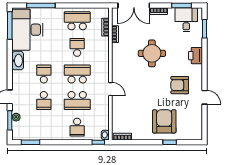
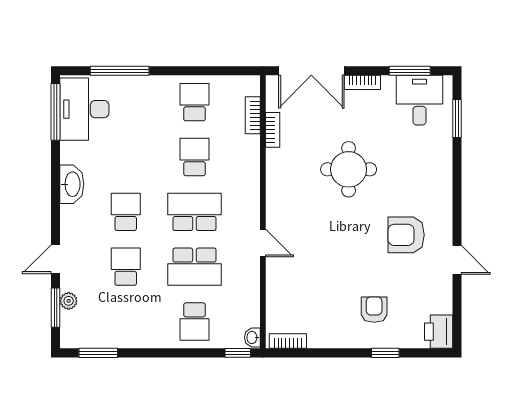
school desk: (77, 21) -> (195, 102), width x0.54
desk: (27, 30) -> (84, 109), width x0.73, depth x0.77
printer: (196, 56) -> (439, 332), moved
school desk: (44, 101) -> (126, 267), turned 180
armchair: (164, 121) -> (374, 310), width x0.53, depth x0.53

